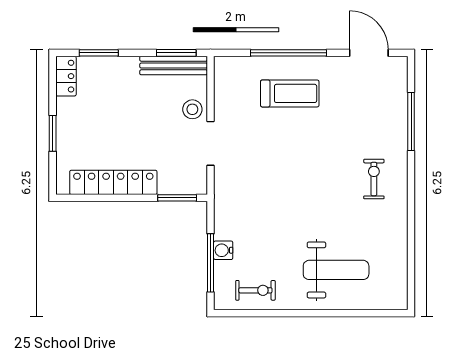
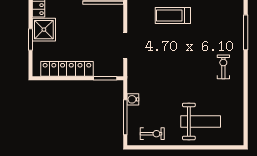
treadmill: (290, 93) -> (173, 16), turned 180
stool: (192, 109) -> (114, 25), removed
shower: (75, 117) -> (44, 30), added
water cooler: (223, 250) -> (133, 99), moved

